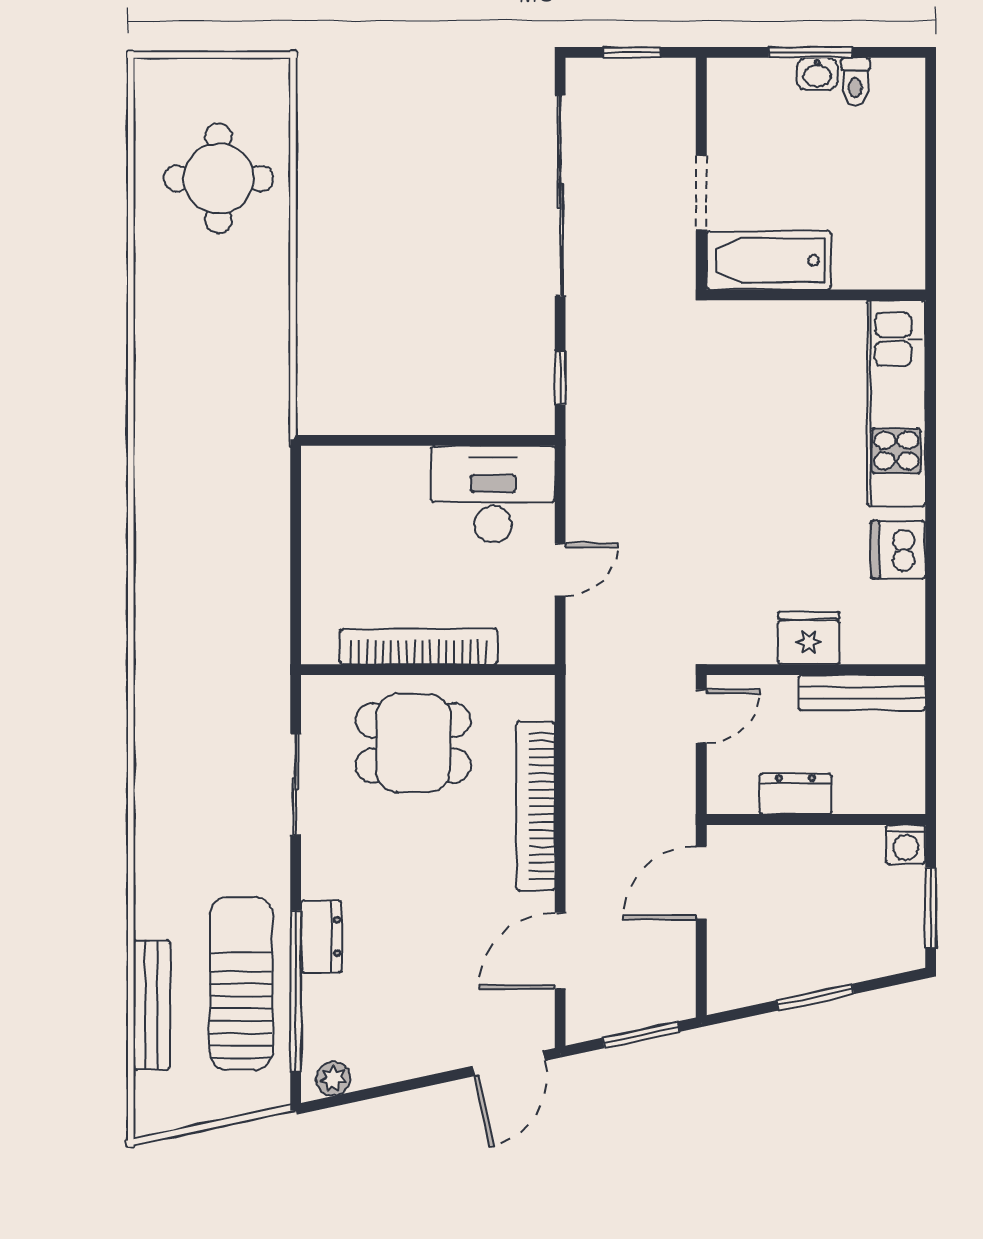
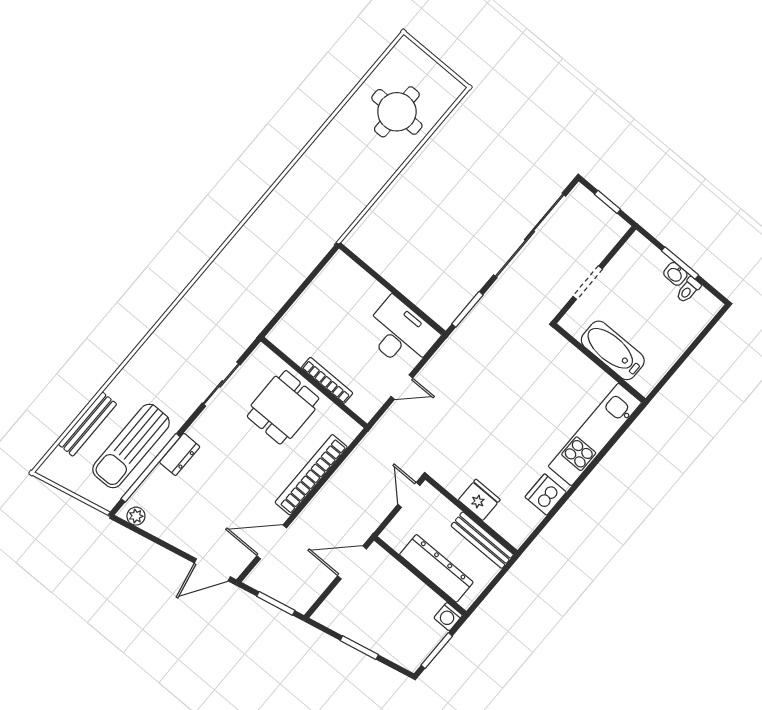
bathtub: (769, 260) -> (613, 350), moved
window: (560, 378) -> (467, 309), width x1.50
bookcase: (419, 646) -> (327, 380), width x0.68, depth x0.76
door: (701, 716) -> (409, 495), swing flipped
dining table: (413, 743) -> (283, 407), turned 90
dresser: (795, 794) -> (436, 568), width x1.96, depth x1.24
sun lounger: (241, 983) -> (131, 446), turned 180

